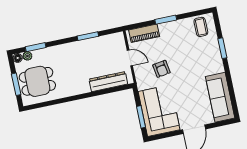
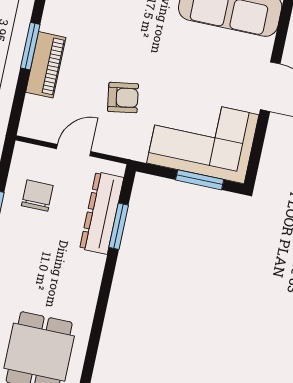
piano: (144, 33) -> (46, 65), moved
chair: (104, 51) -> (37, 196), added
window: (106, 91) -> (119, 226), added

